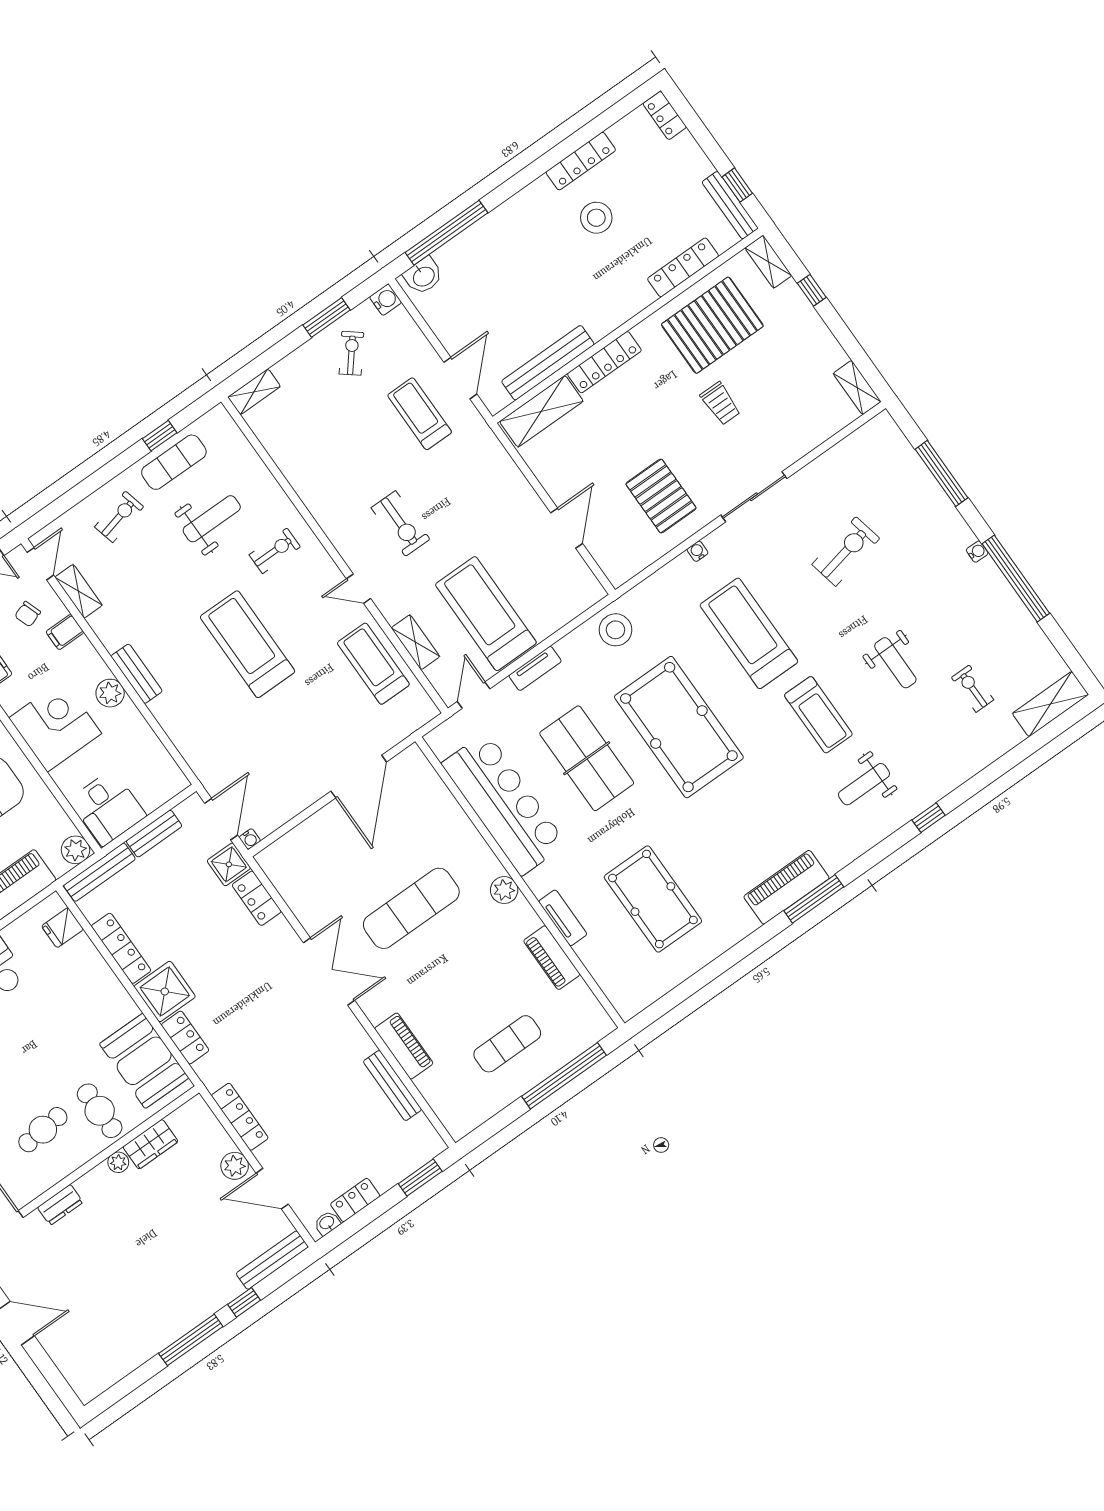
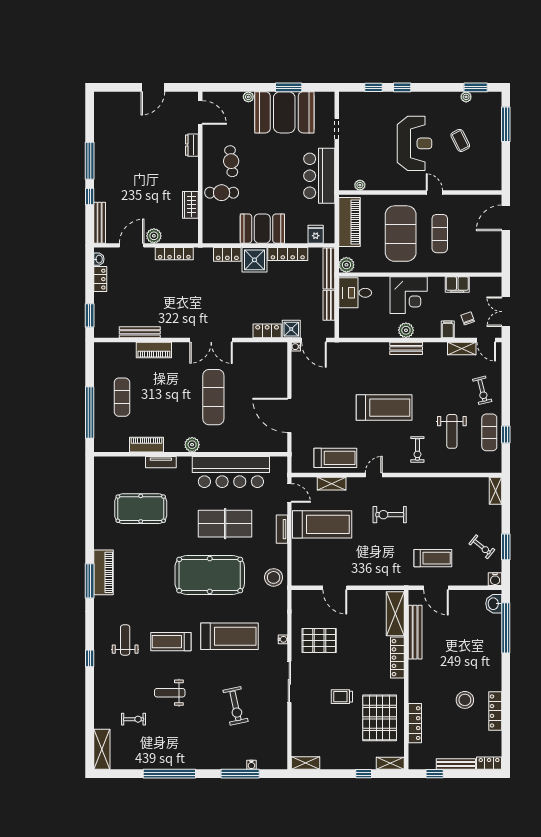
bench: (730, 205) -> (456, 764), moved
water cooler: (977, 552) -> (251, 765), moved
booth: (144, 1061) -> (262, 229), moved
plant: (118, 1162) -> (192, 185), removed

